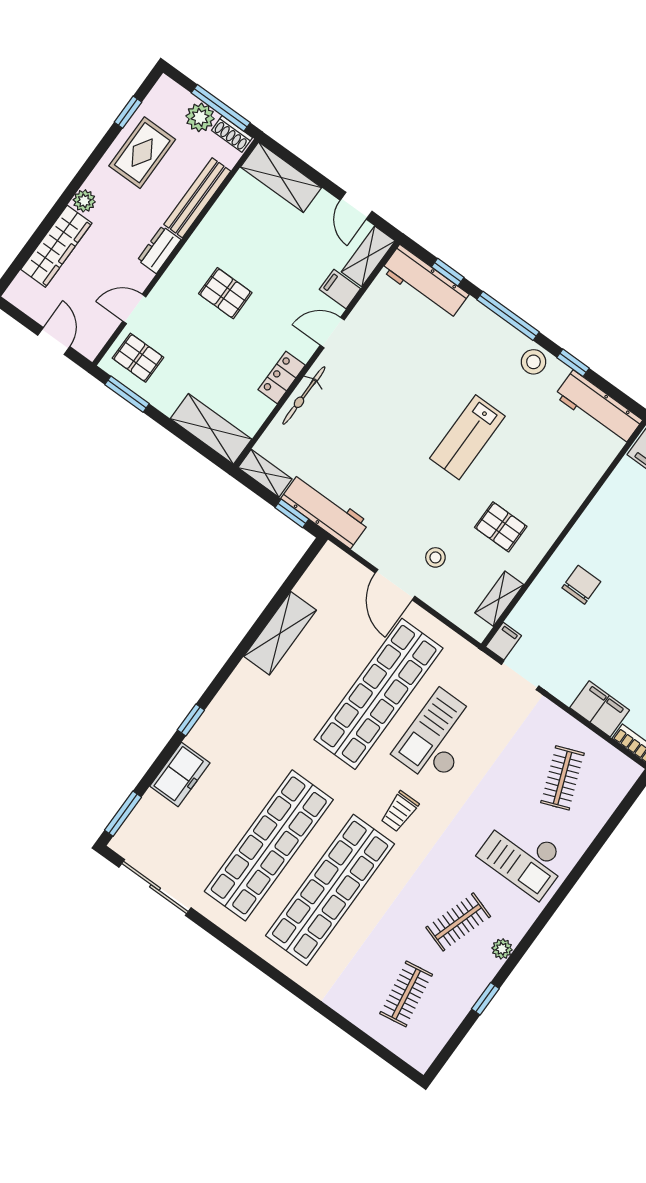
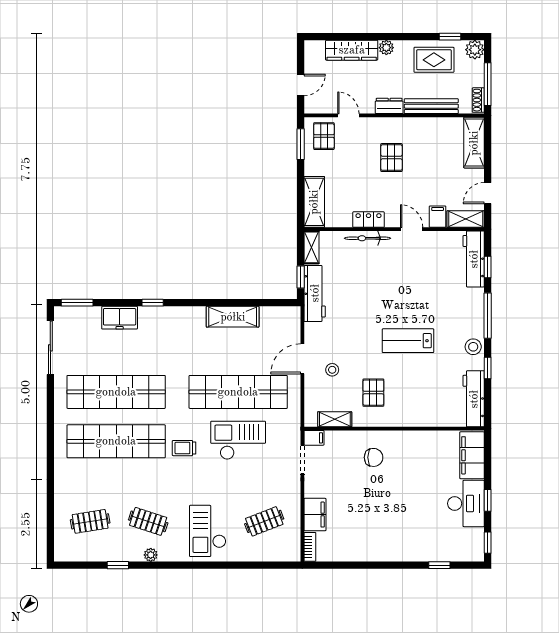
plant: (200, 117) -> (475, 50), moved

